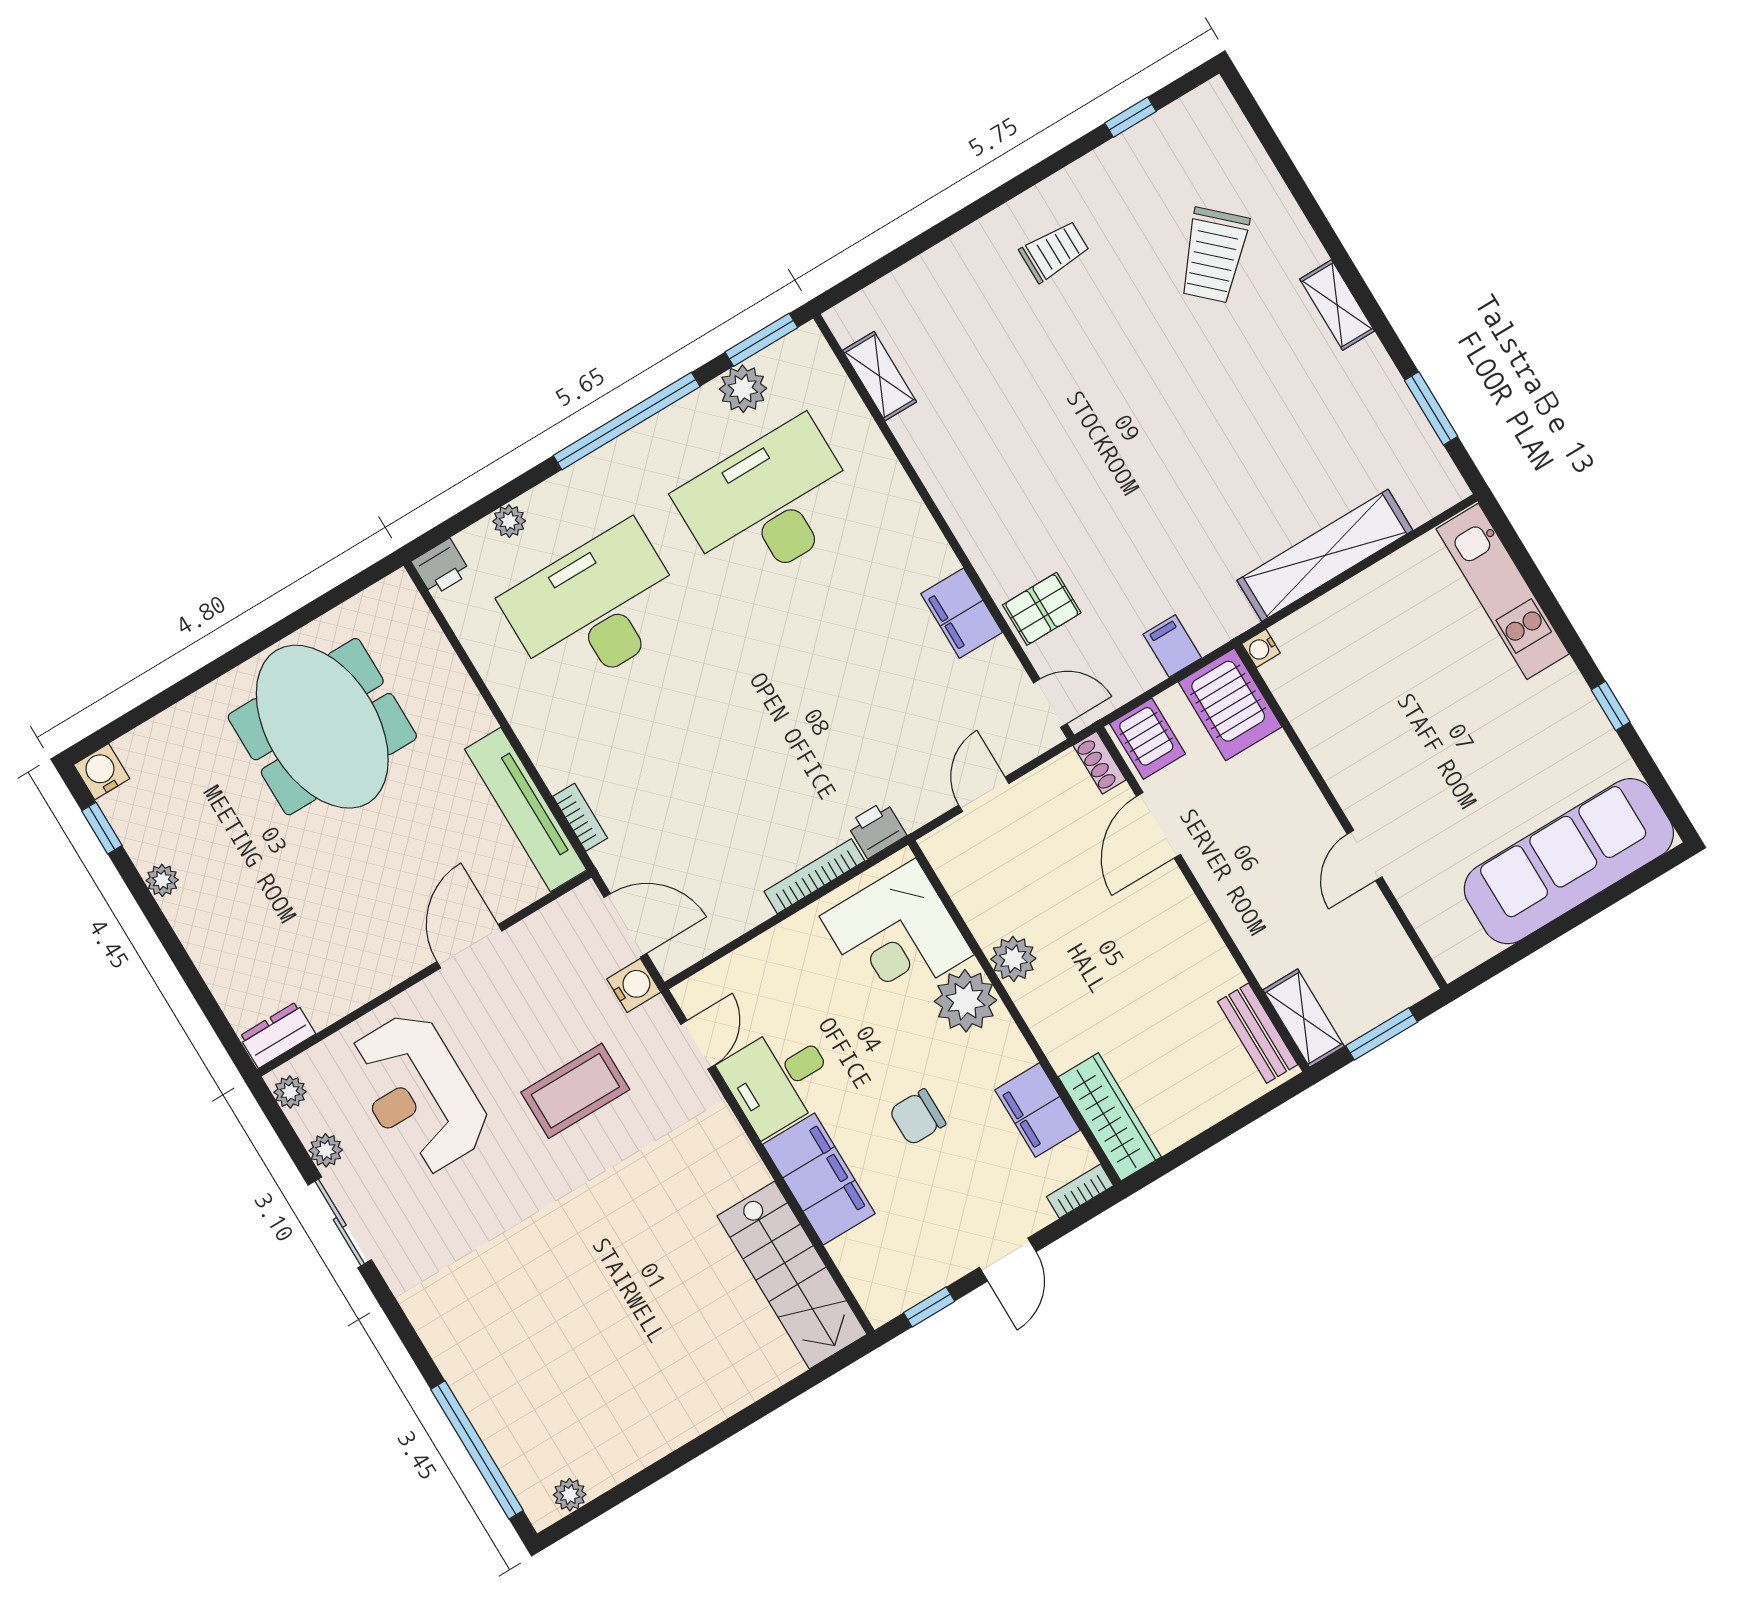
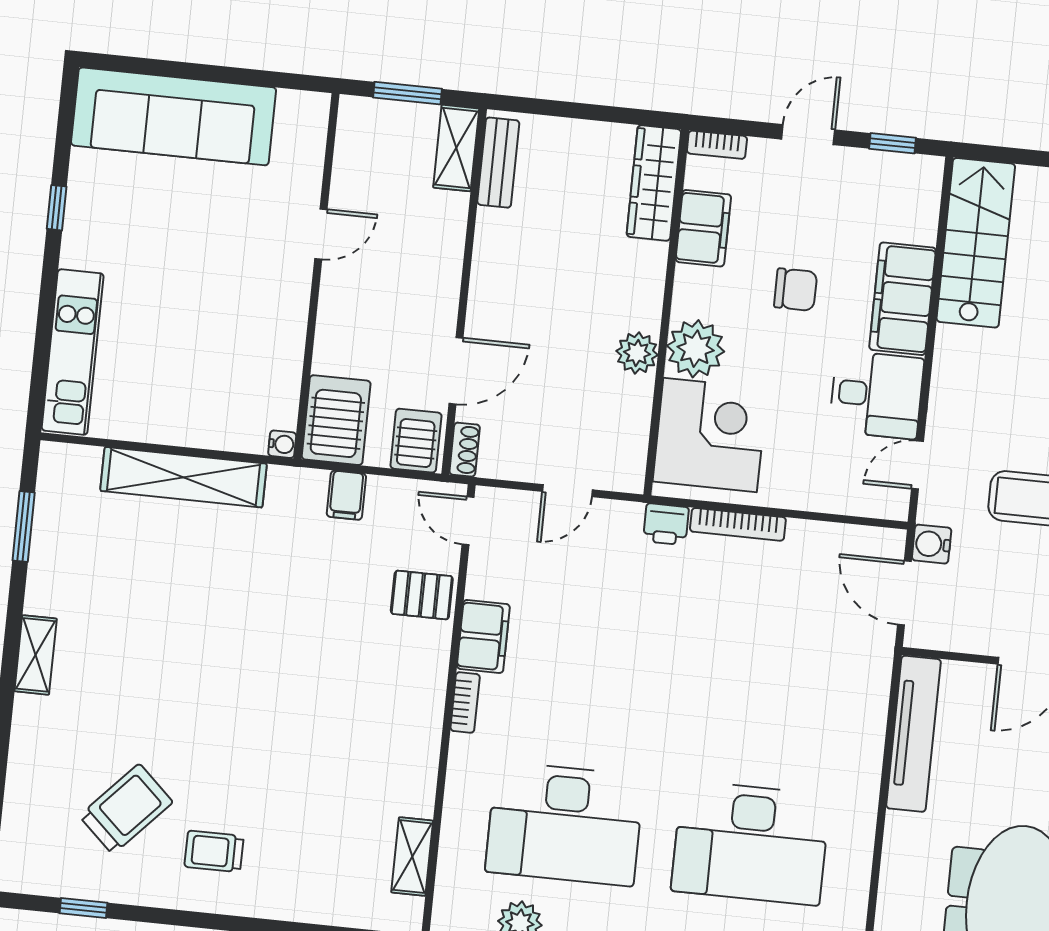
trolley: (1214, 255) -> (126, 809), moved
bookcase: (580, 817) -> (465, 702), moved, turned 180

